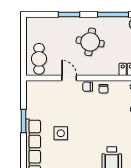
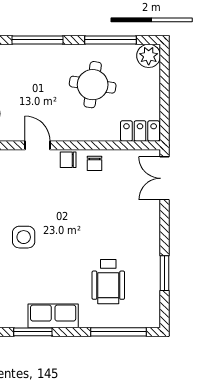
window: (69, 15) -> (37, 40), width x1.44
round table: (90, 42) -> (93, 85), moved

